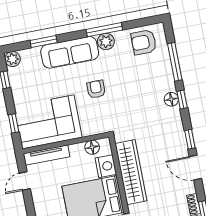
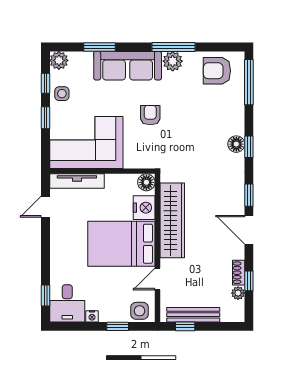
window: (175, 62) -> (249, 82), moved
side table: (20, 86) -> (62, 94), added
window: (14, 123) -> (45, 118), moved
floor lamp: (92, 147) -> (146, 182), moved

